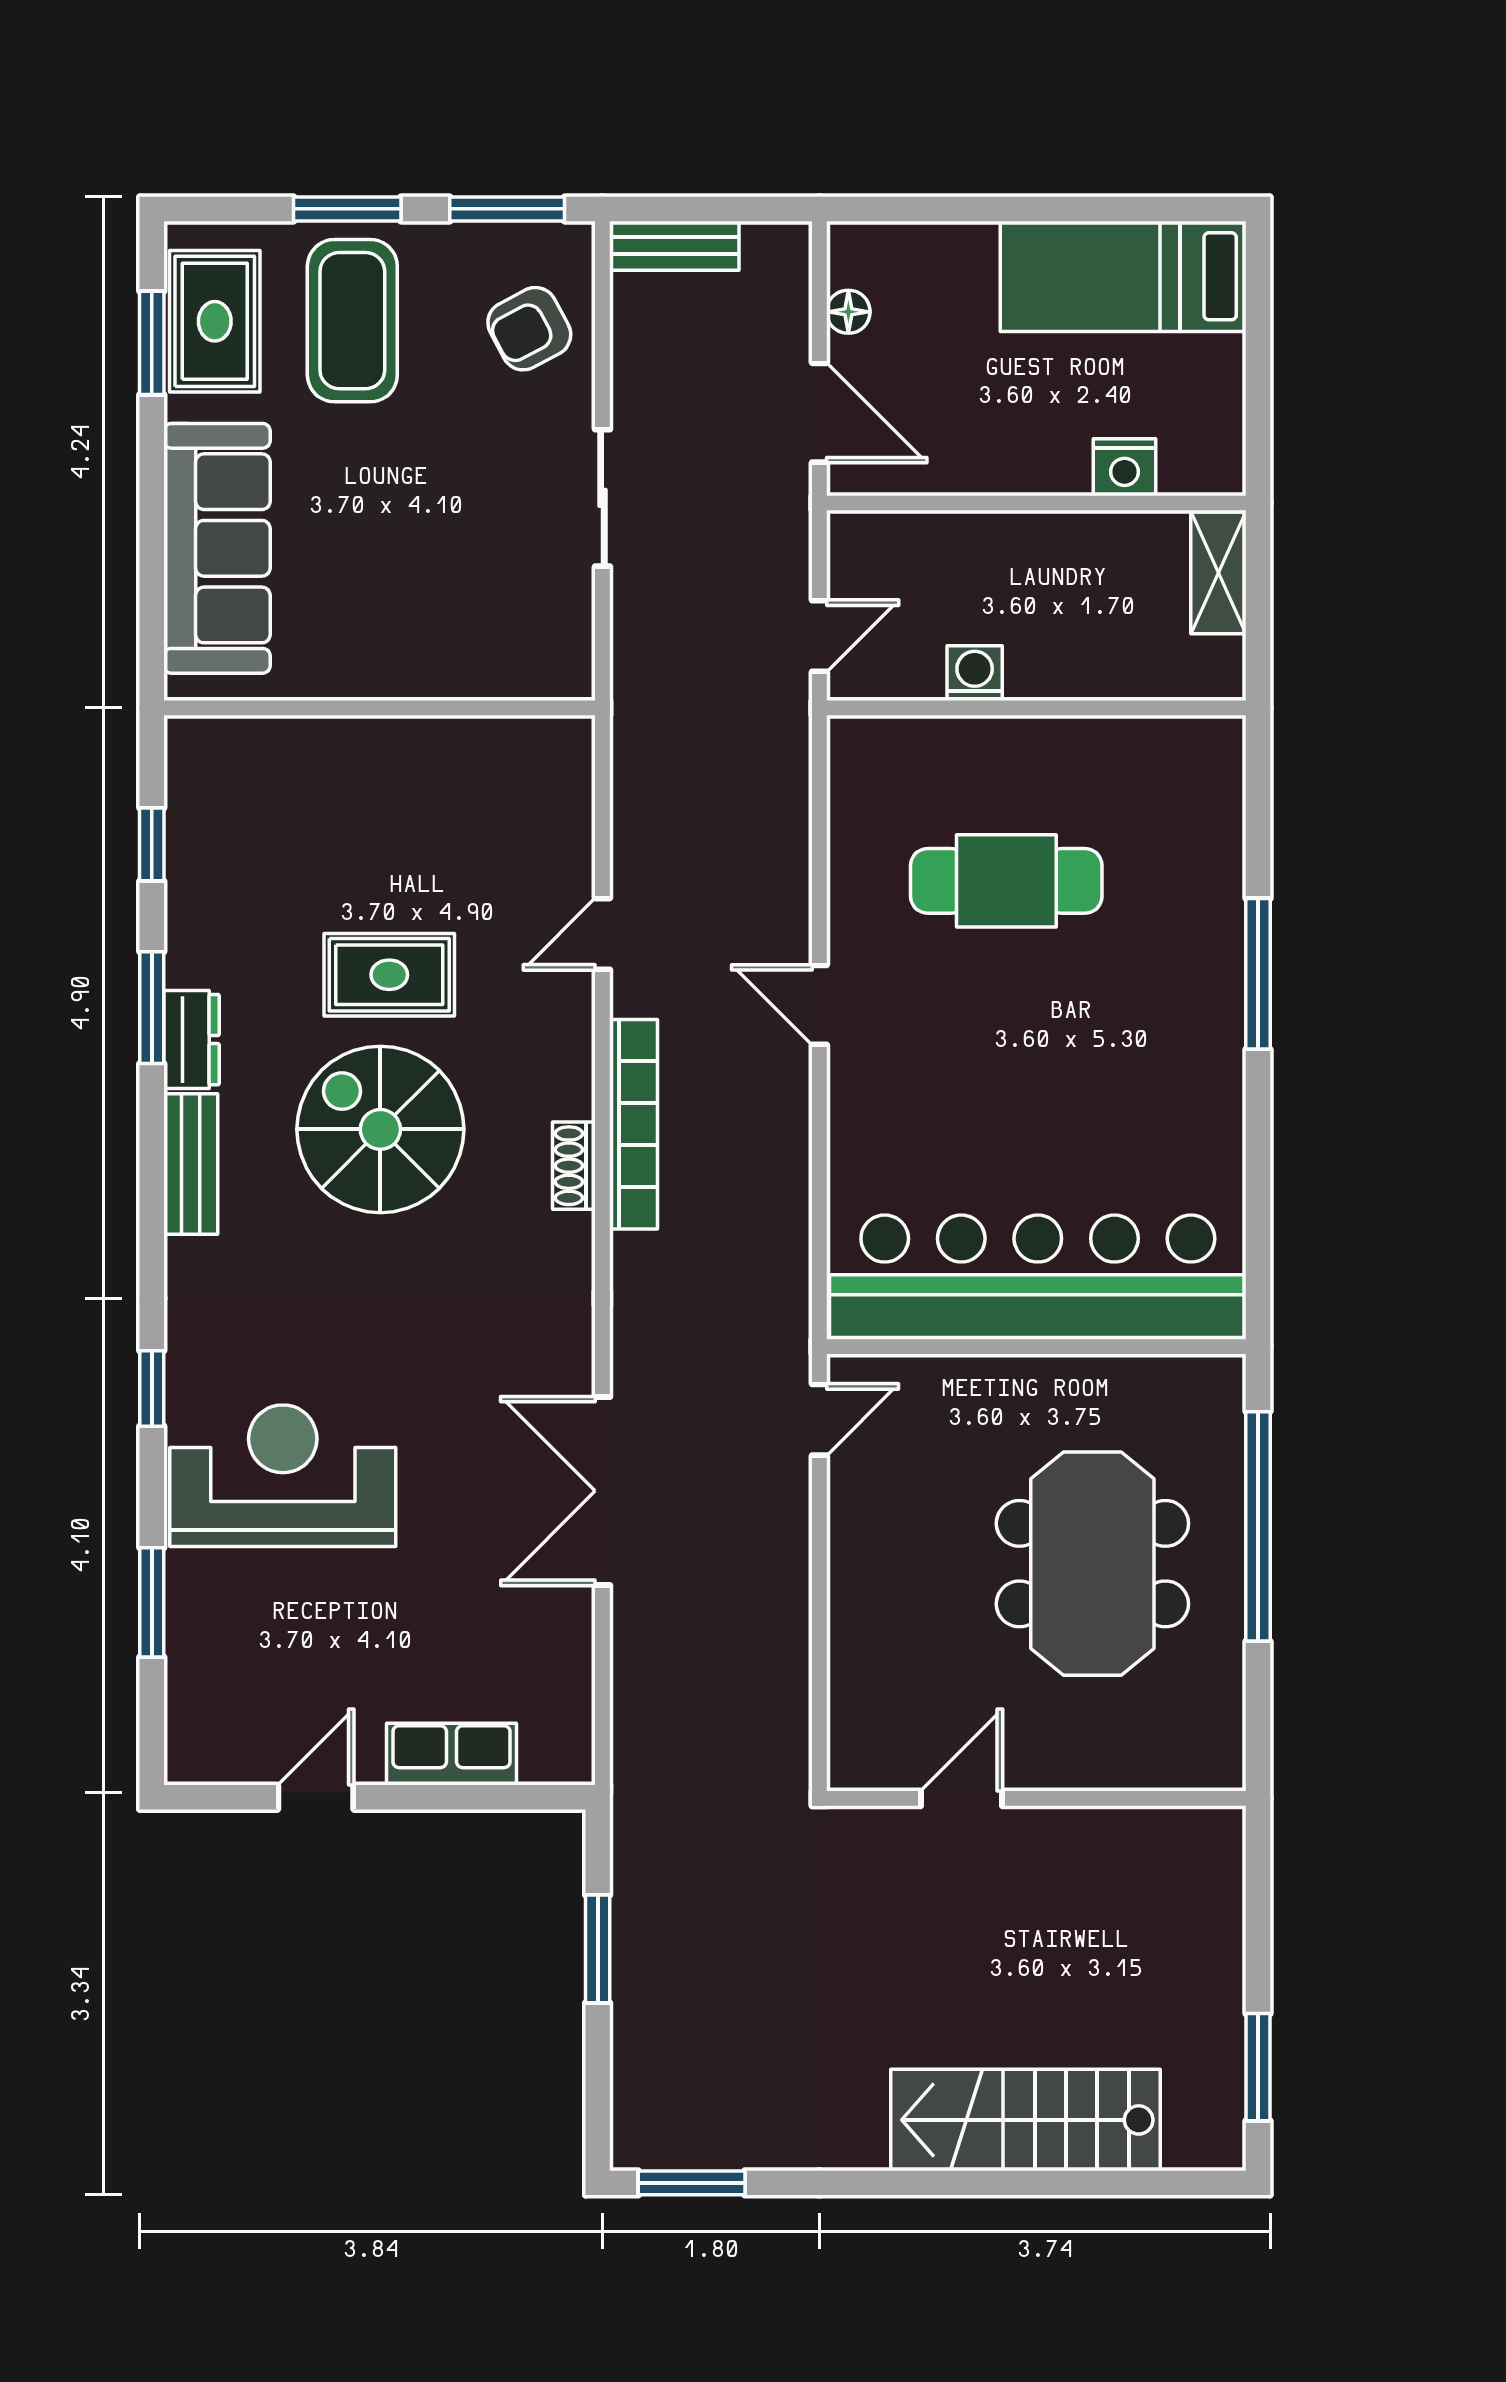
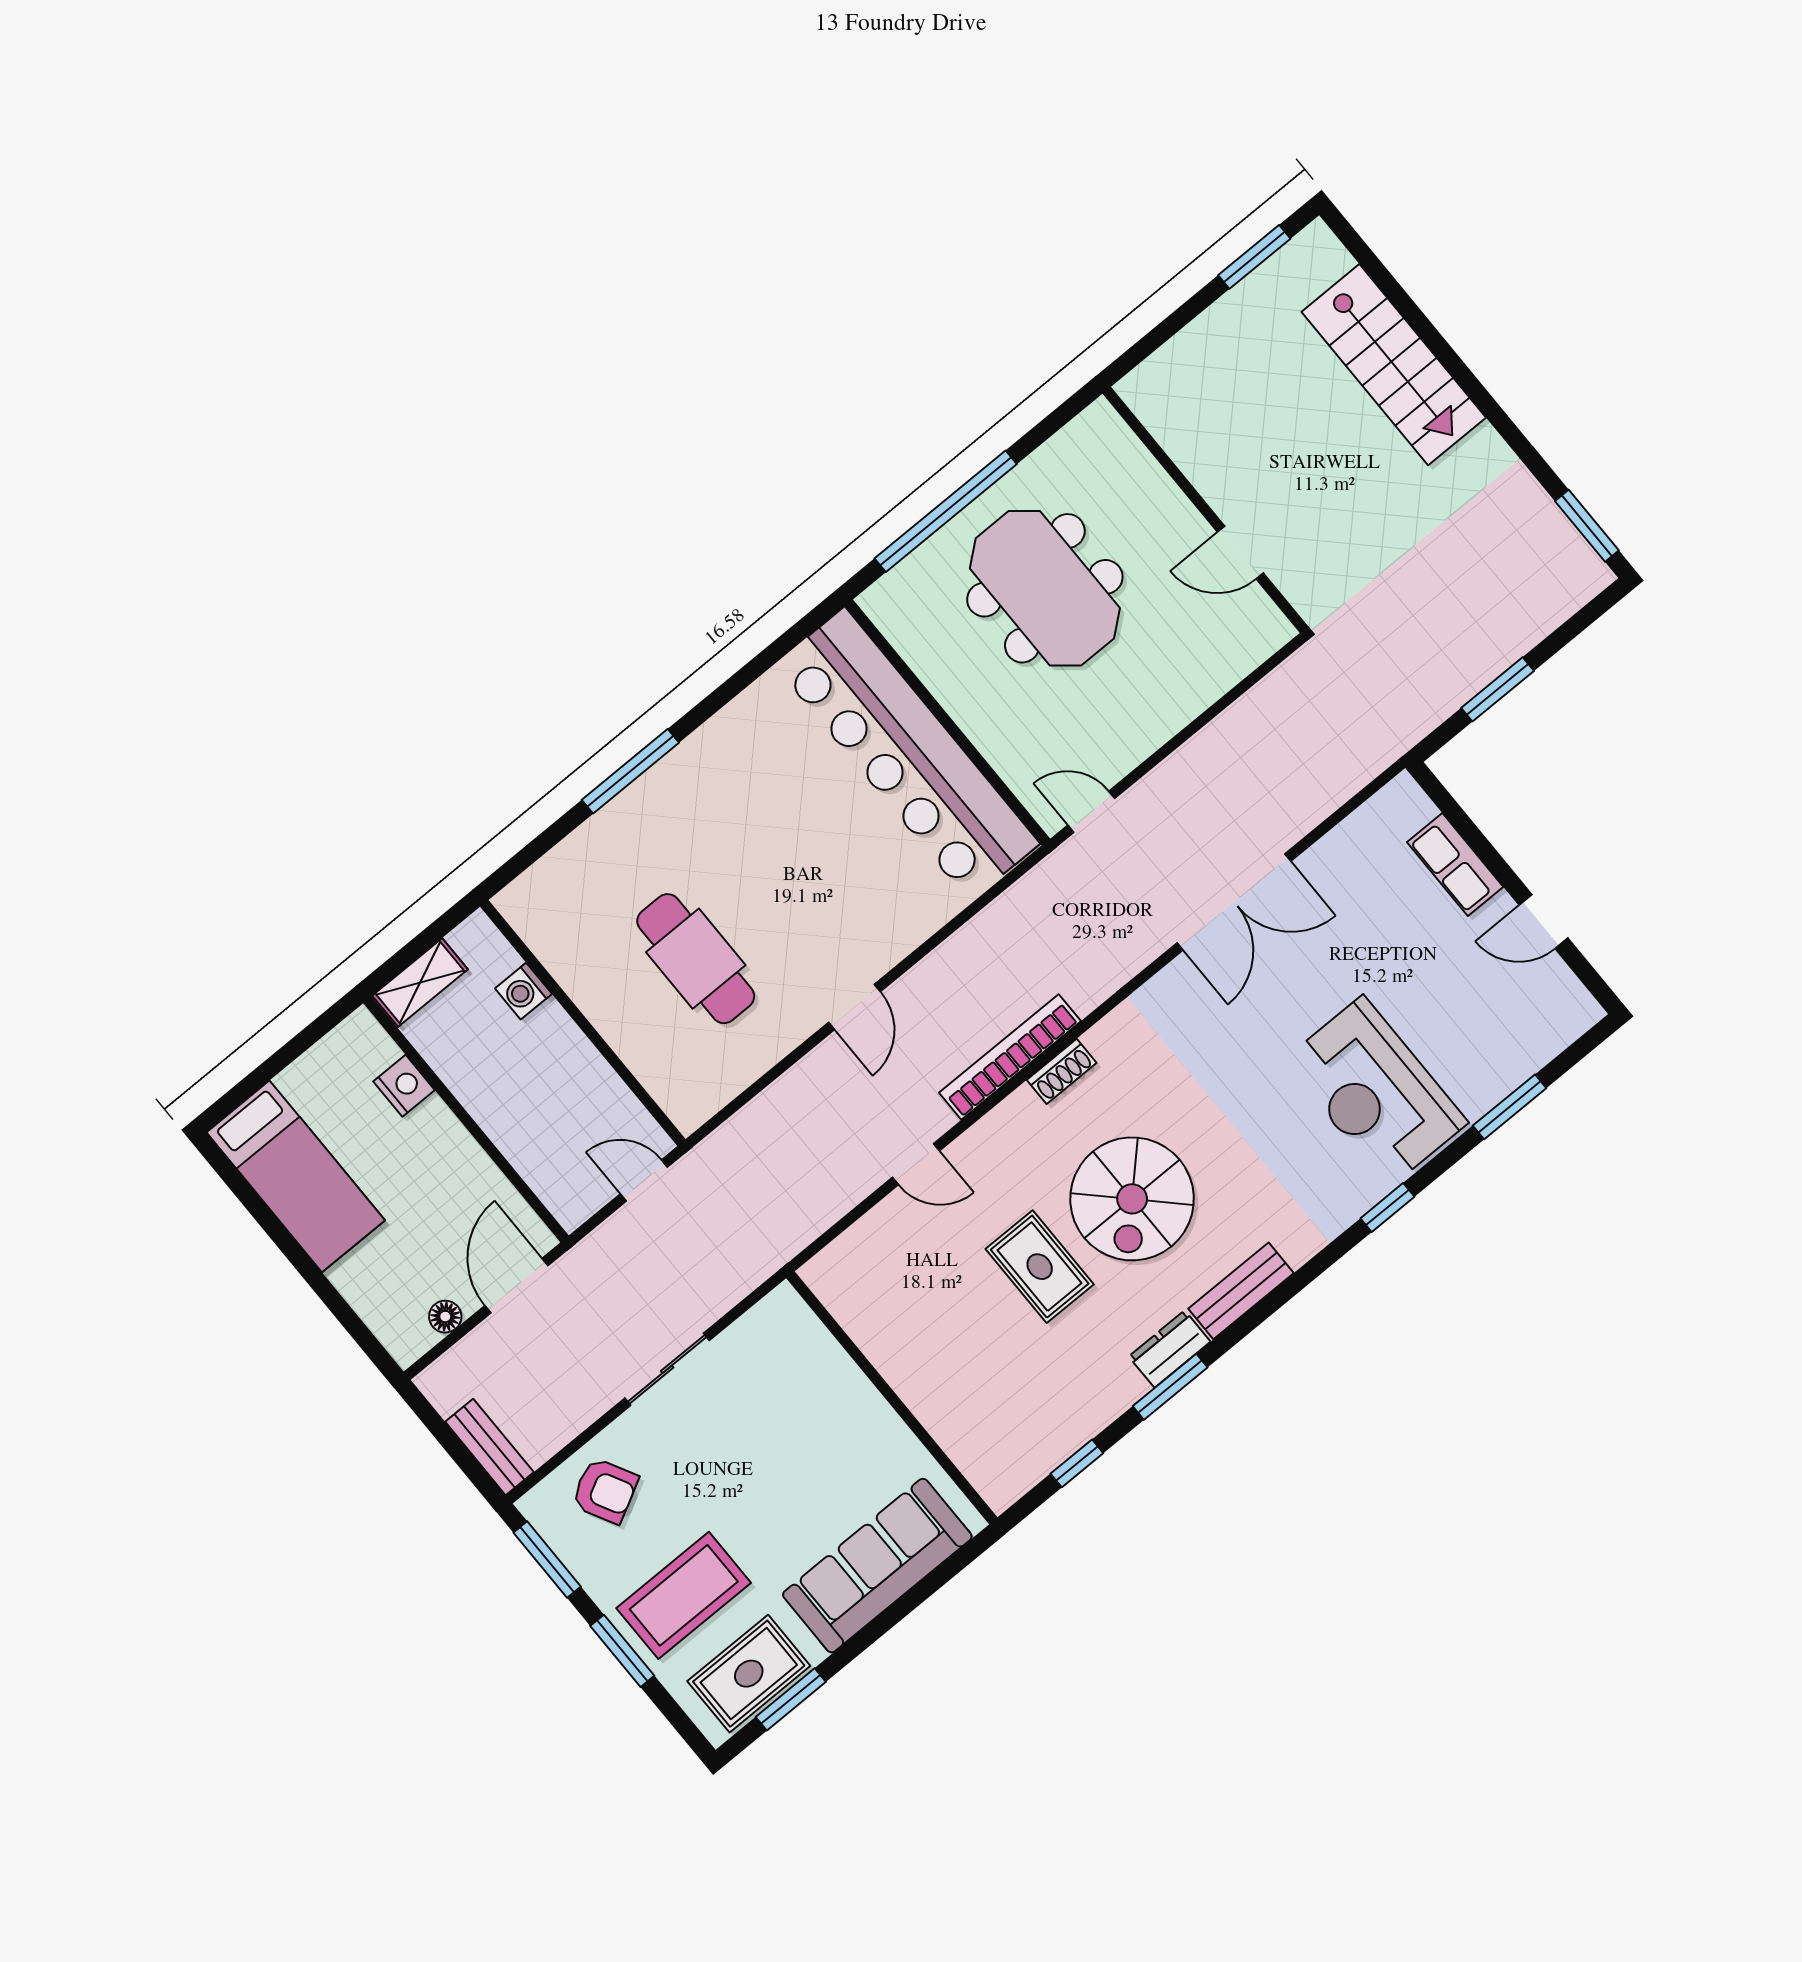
washing machine: (975, 673) -> (523, 991), moved
meeting table: (1092, 1564) -> (1045, 588), turned 90

